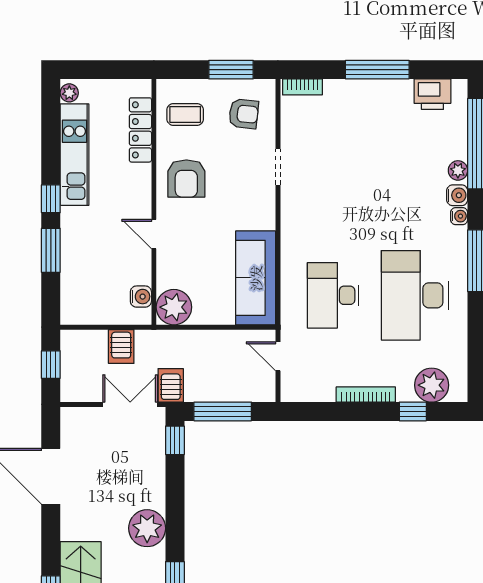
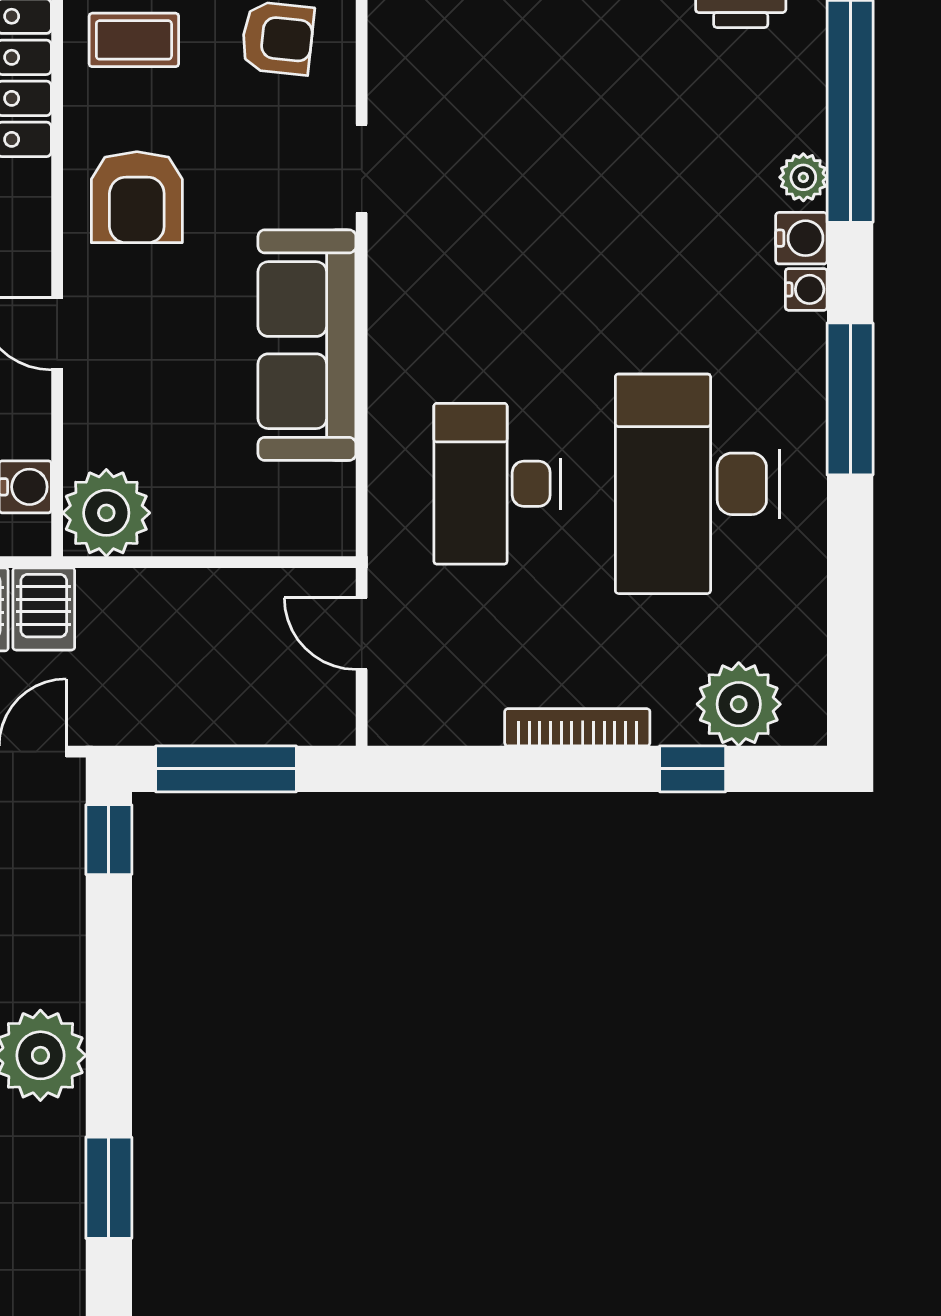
sofa: (256, 278) -> (307, 345), moved
server rack: (171, 385) -> (44, 609), moved, turned 180

